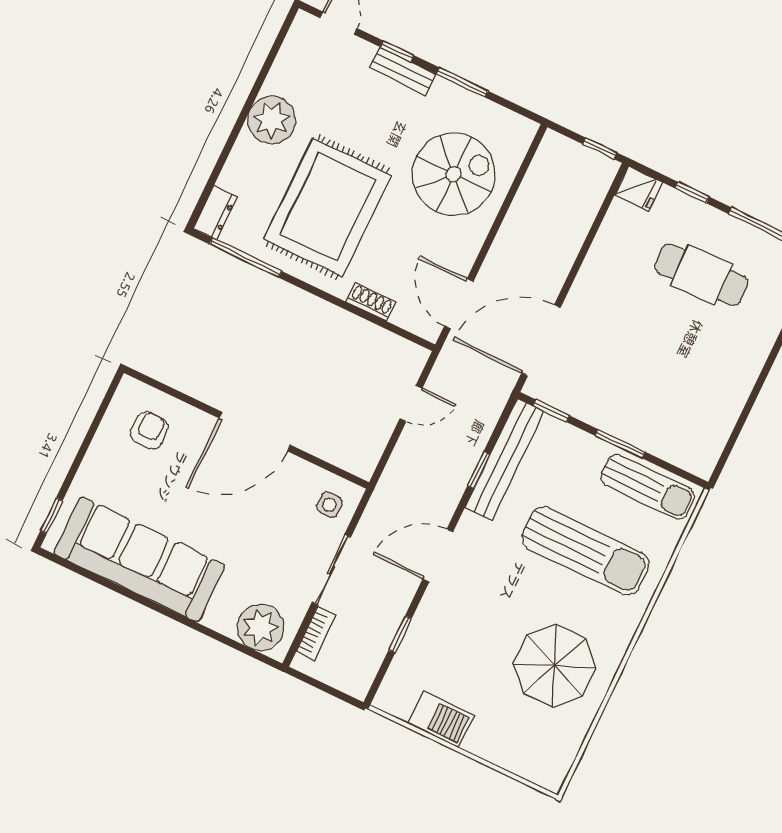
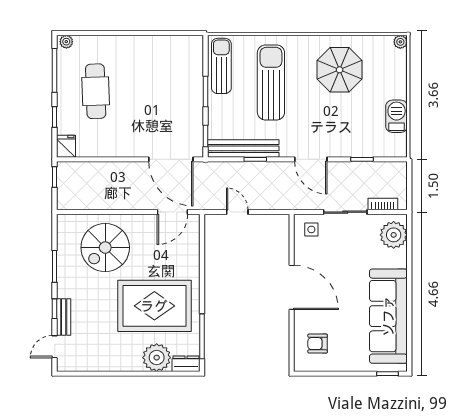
bench: (403, 71) -> (64, 317), moved
plant: (272, 120) -> (157, 358), moved
spiral stairs: (454, 174) -> (105, 248), turned -90
shoe rack: (371, 302) -> (194, 259), removed
plant: (553, 780) -> (400, 42), added

